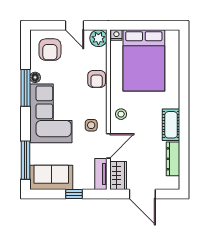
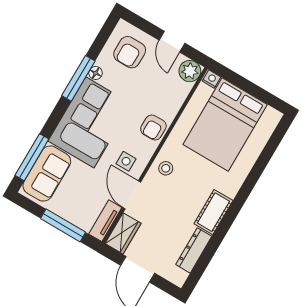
armchair: (97, 79) -> (153, 128), moved
door: (108, 146) -> (132, 195), swing flipped
sofa: (51, 177) -> (47, 174), moved, turned 90
window: (74, 194) -> (63, 225), width x2.17

